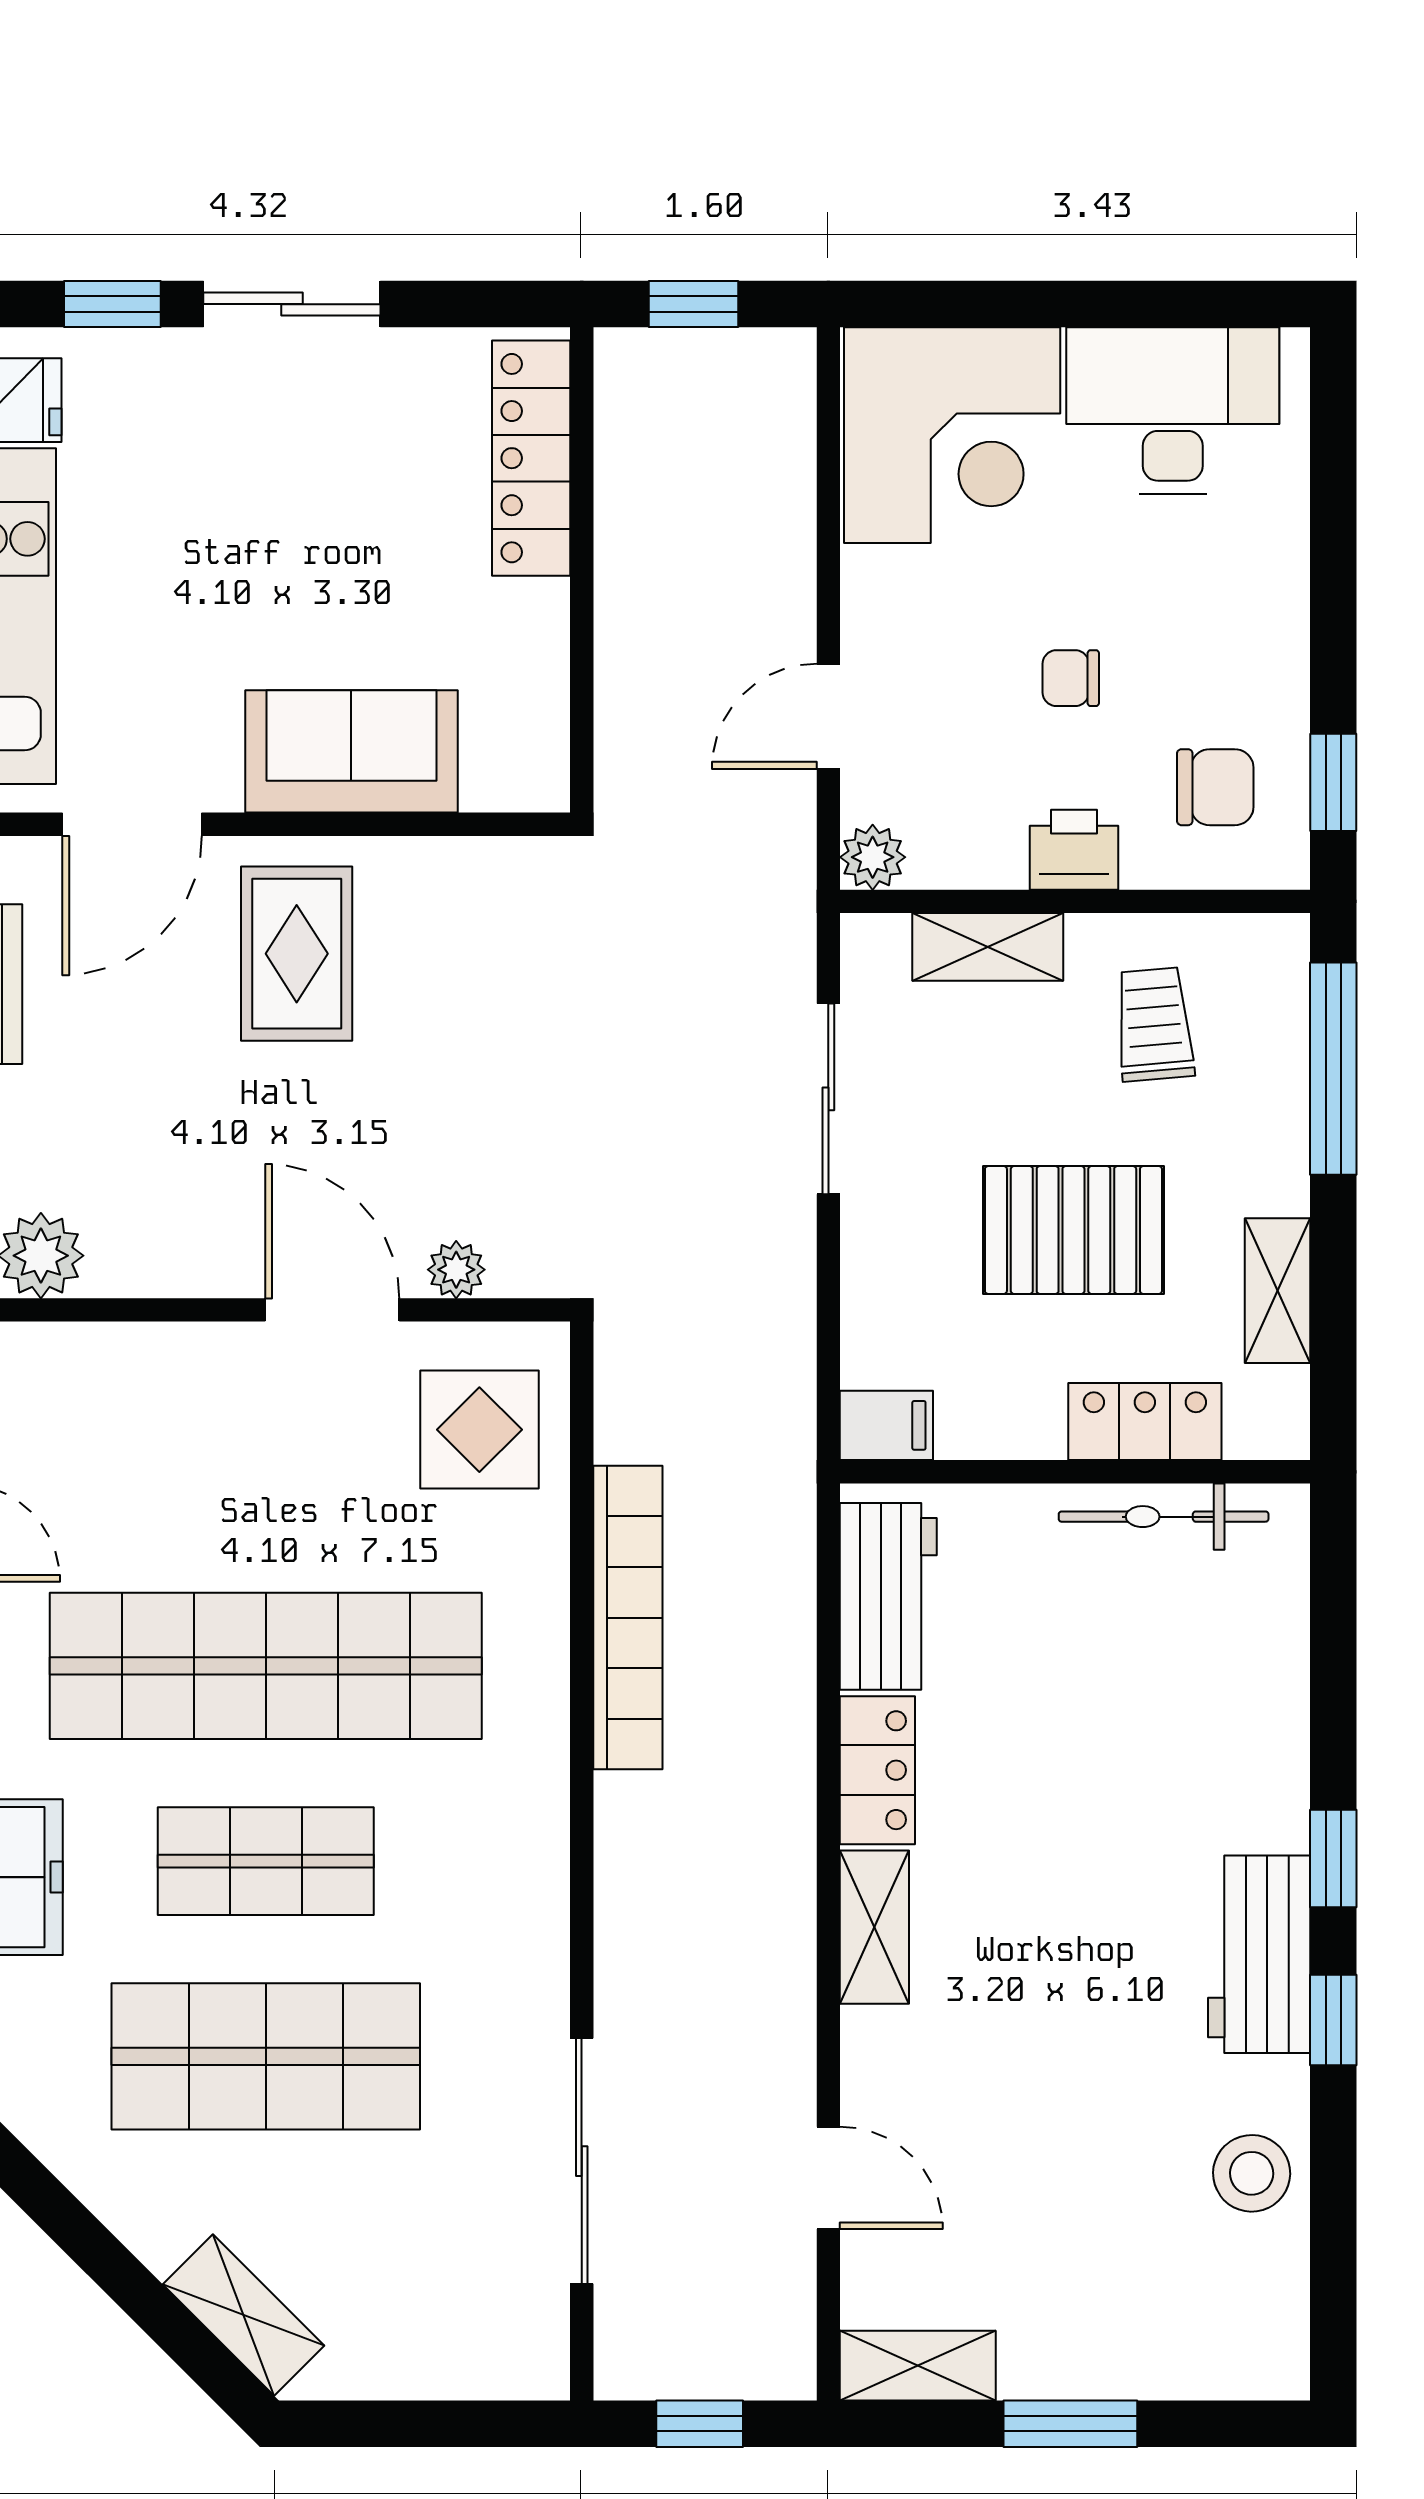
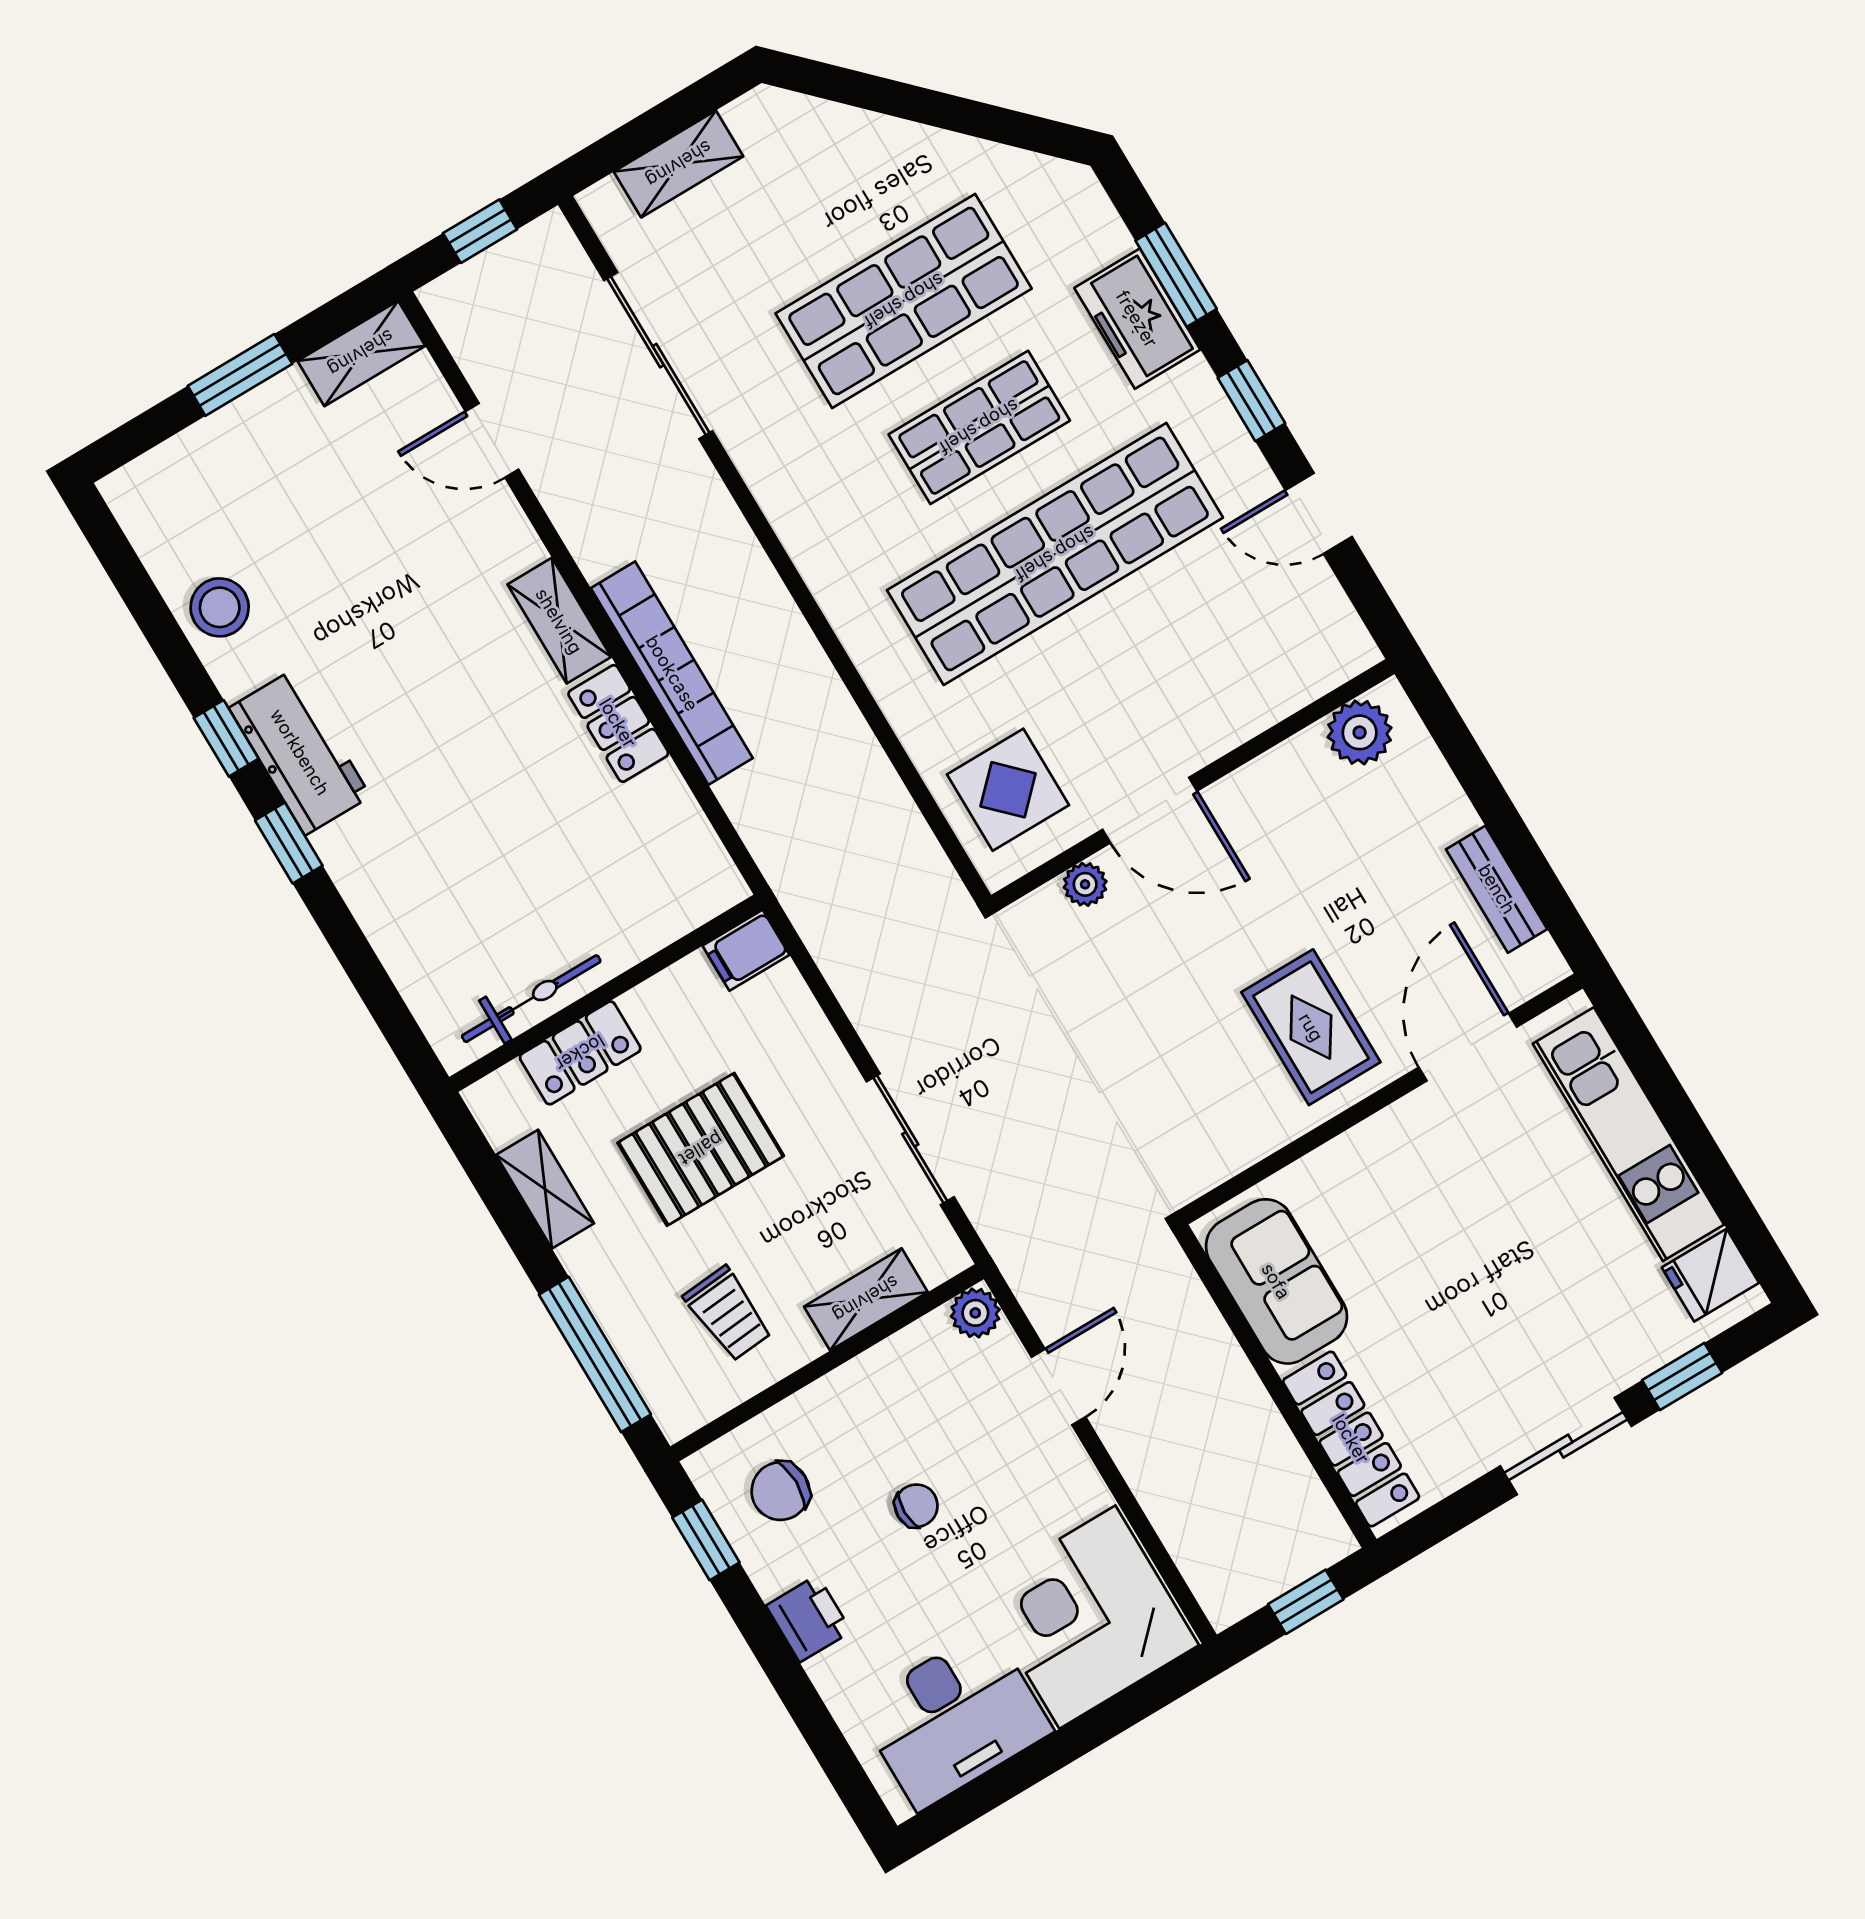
sofa: (351, 751) -> (1276, 1281), moved, turned -90
printer: (1074, 850) -> (809, 1619), moved, turned -90
workbench: (888, 1596) -> (679, 840), removed
bookcase: (628, 1618) -> (672, 673), moved, turned 180
shelving: (243, 2315) -> (679, 164), moved, turned -45

